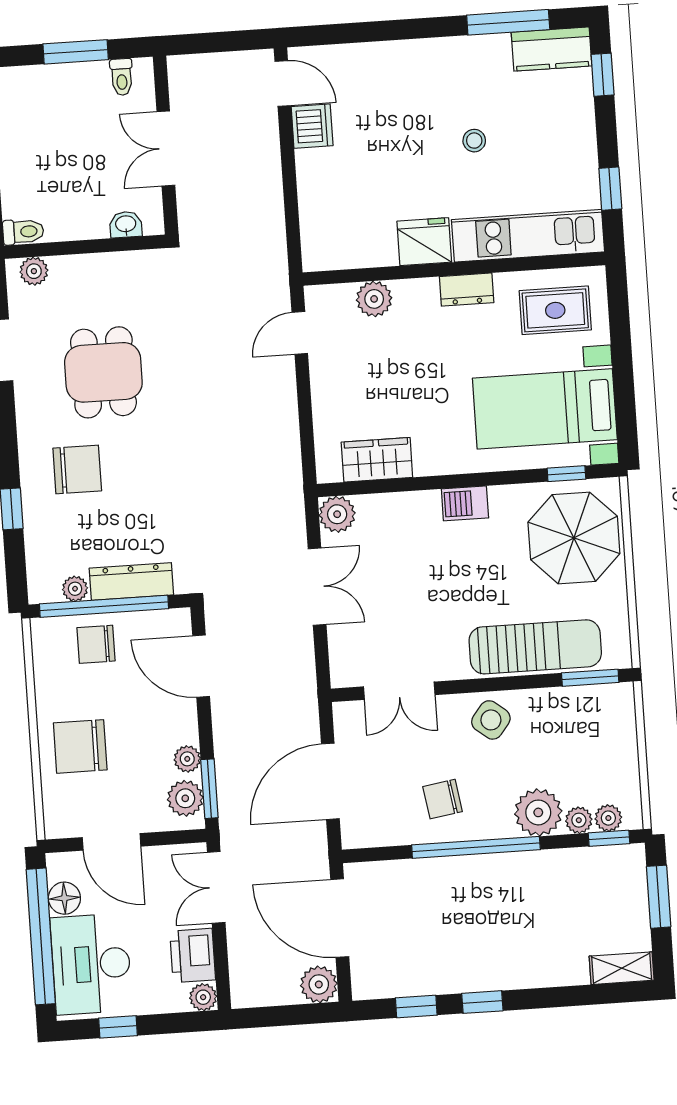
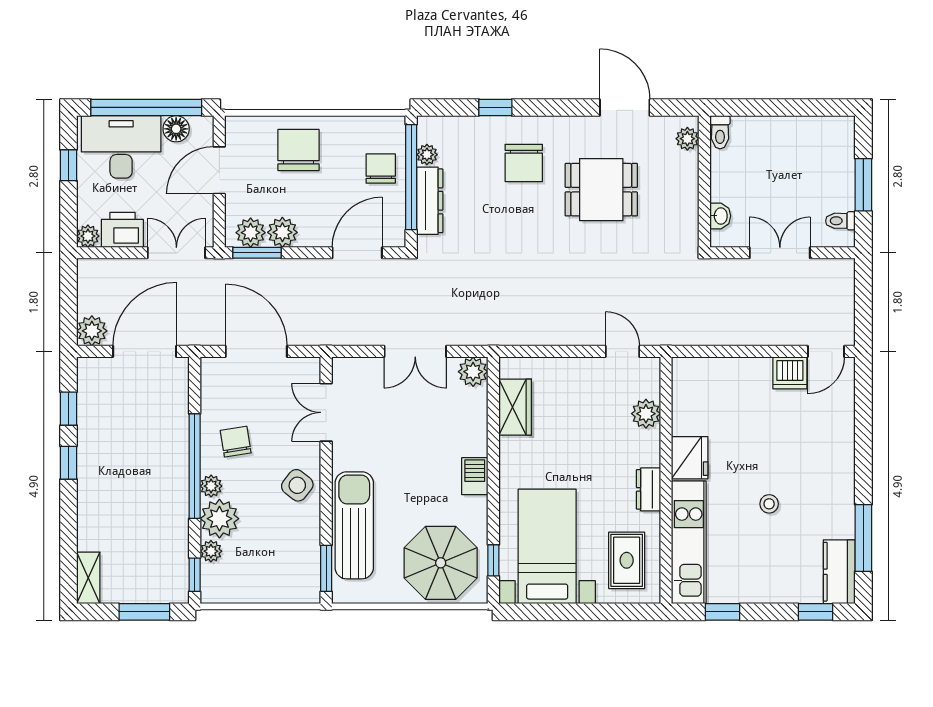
sun lounger: (535, 647) -> (354, 525), turned 180
plant: (187, 759) -> (282, 232), width x1.38, depth x1.38
plant: (608, 818) -> (211, 486), moved

